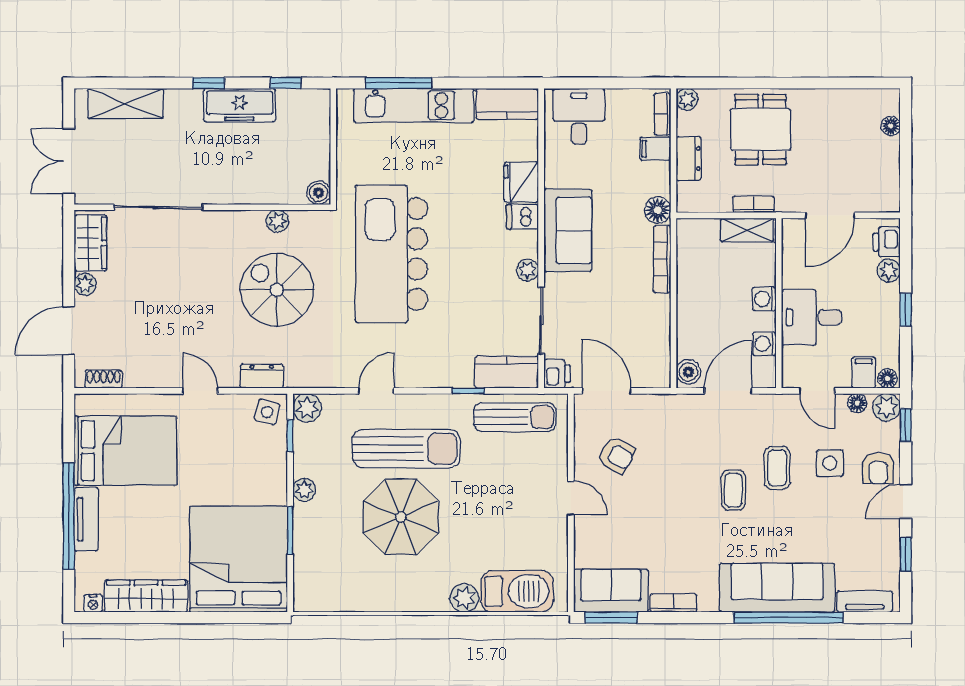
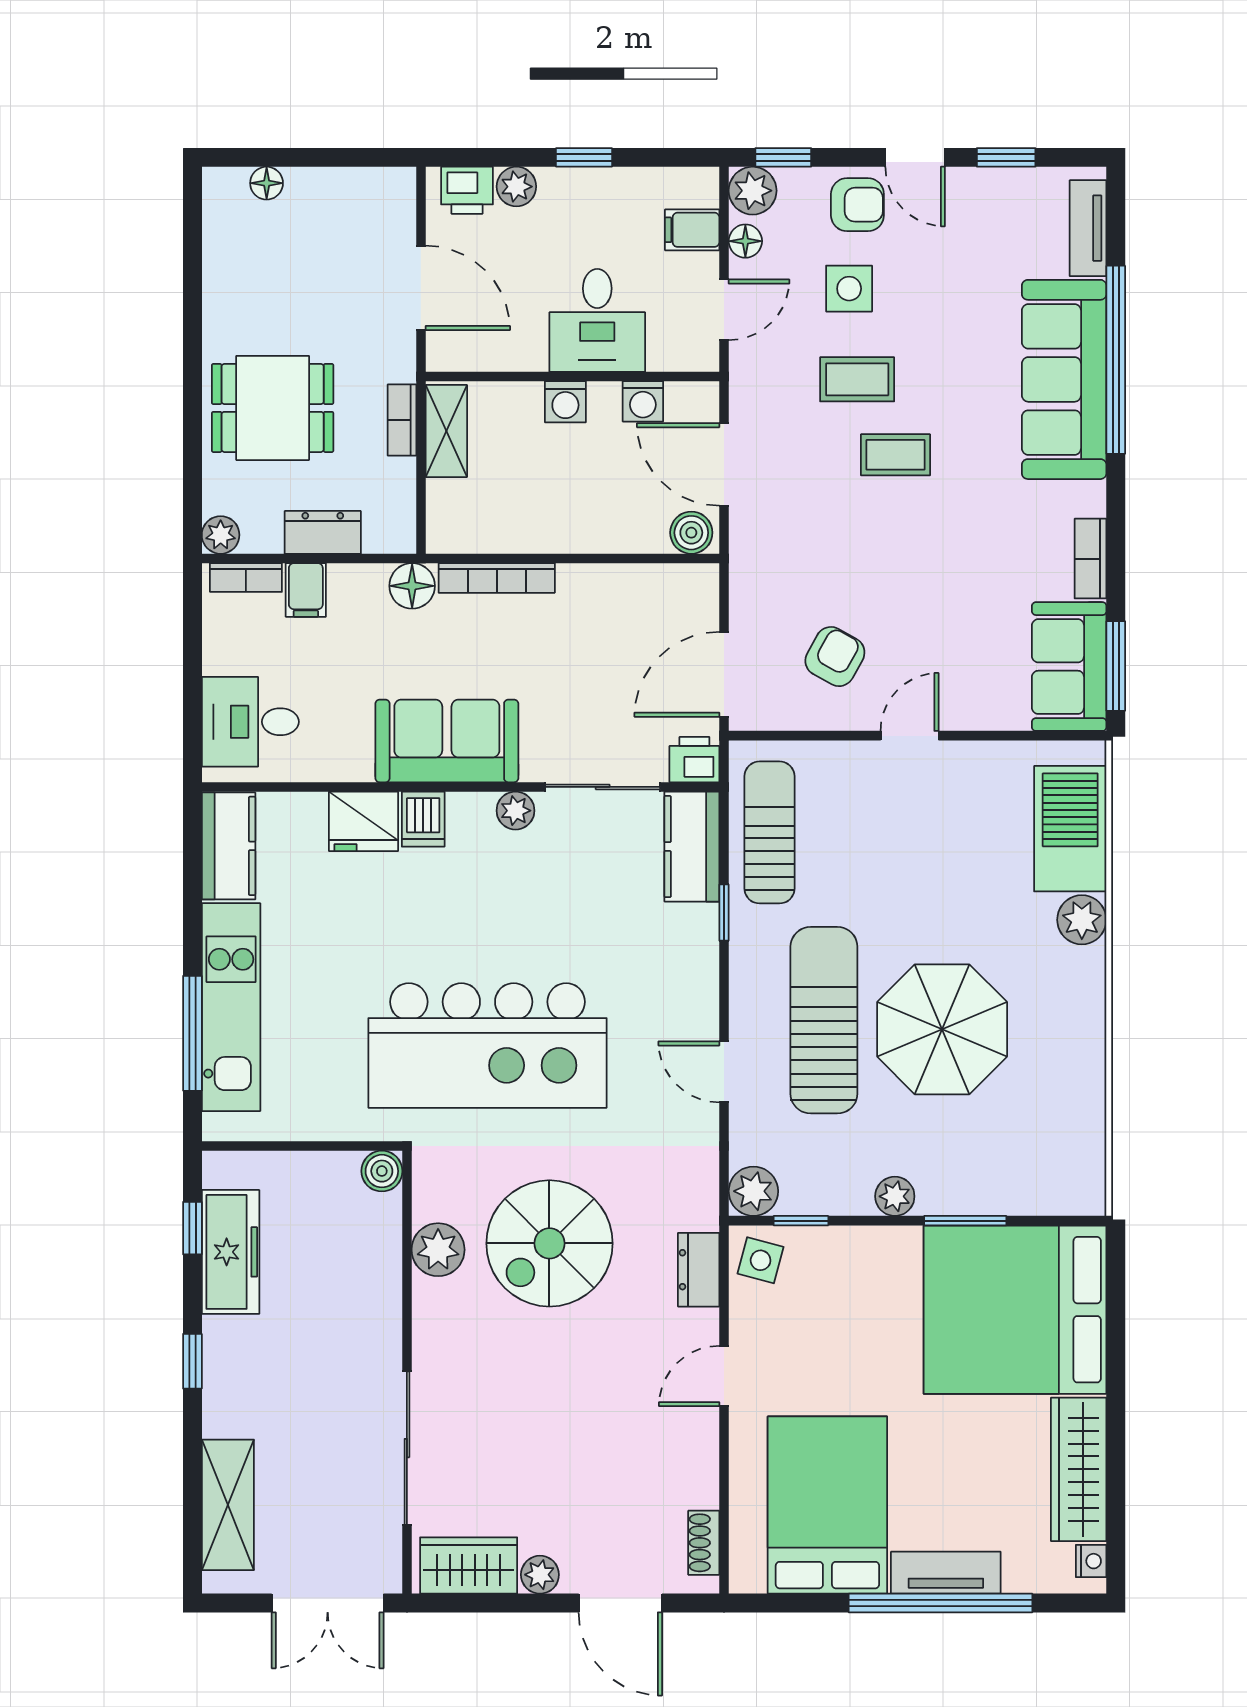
freezer: (239, 105) -> (231, 1252), moved
plant: (277, 221) -> (438, 1250), width x1.38, depth x1.38
floor lamp: (887, 378) -> (703, 189), removed

